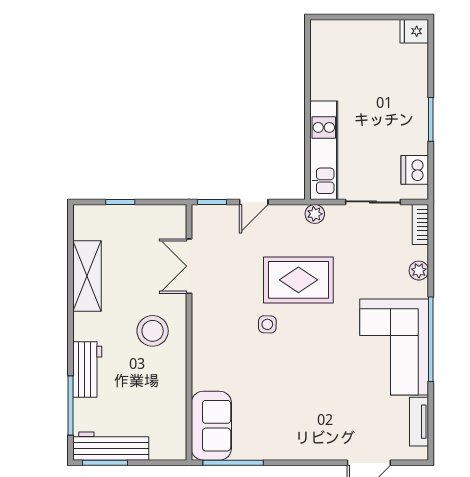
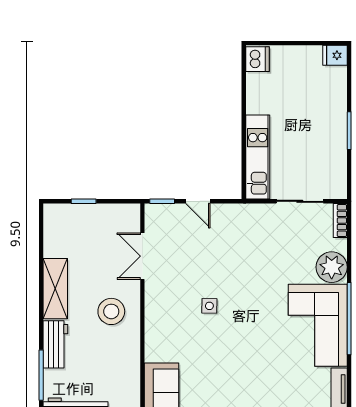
dishwasher: (415, 170) -> (257, 59), moved, turned 180
door: (254, 202) -> (198, 201), hinge flipped
plant: (315, 214) -> (250, 211), removed
plant: (419, 271) -> (332, 267), width x1.88, depth x1.88
shelving: (87, 276) -> (55, 289), moved
rug: (298, 280) -> (236, 268), removed

